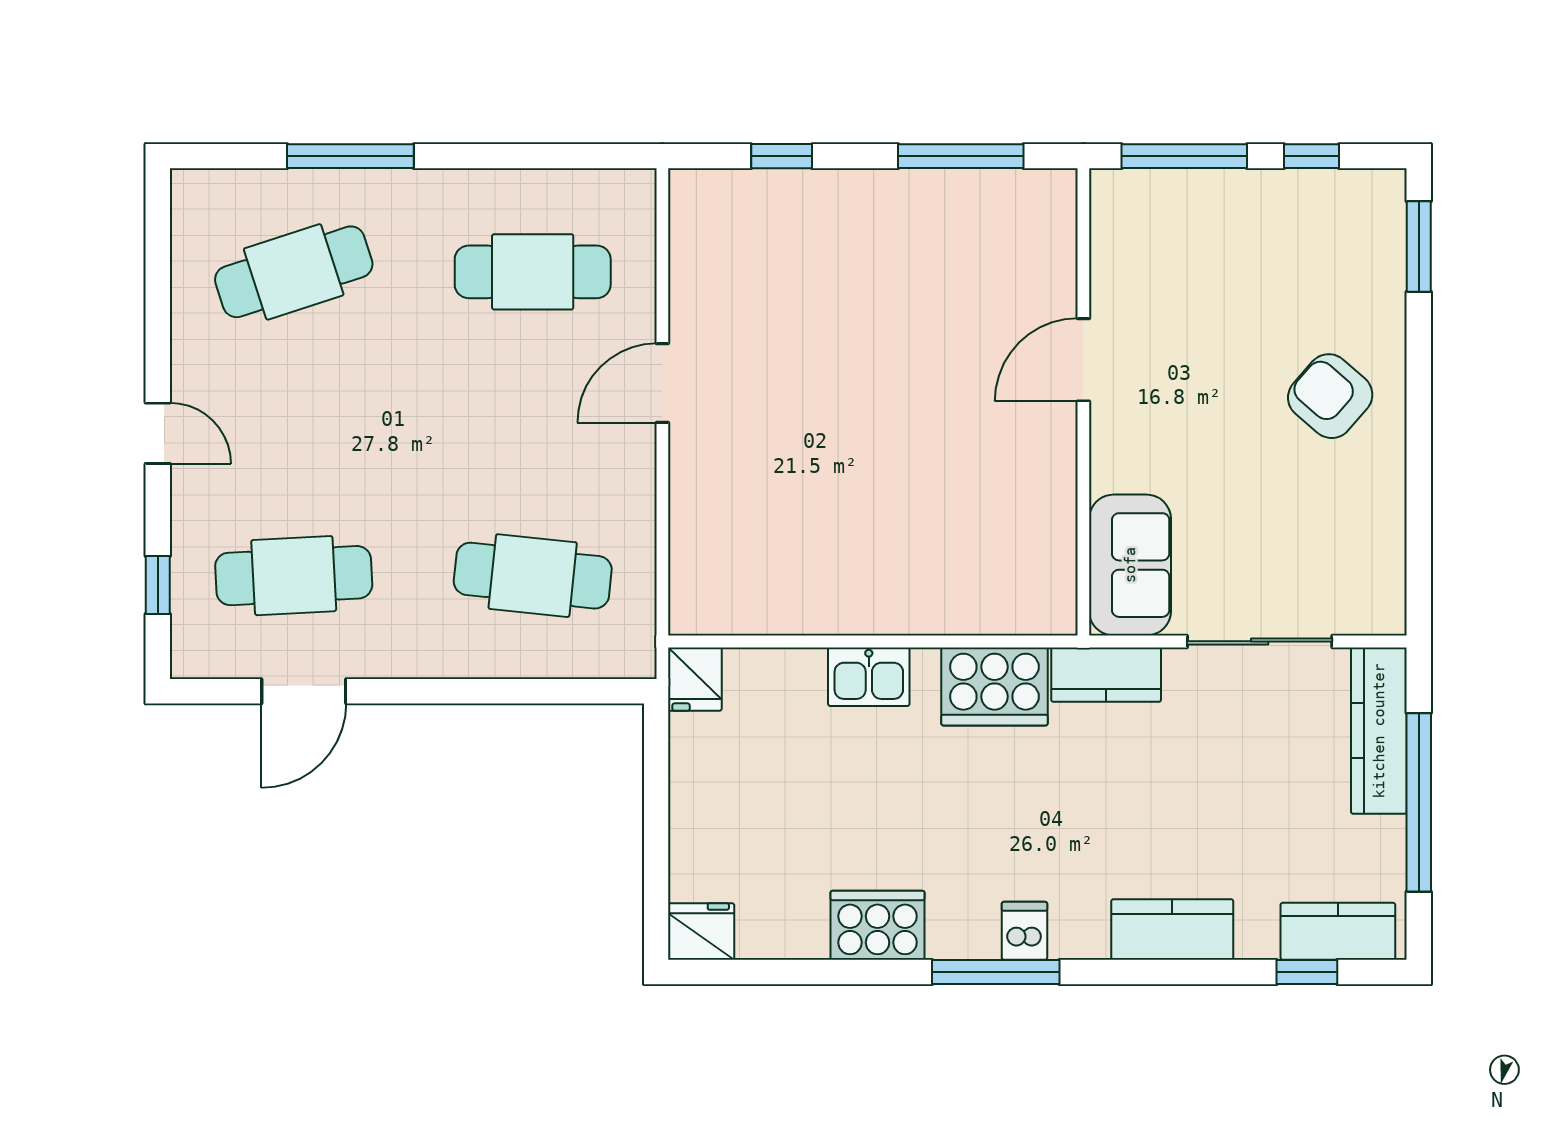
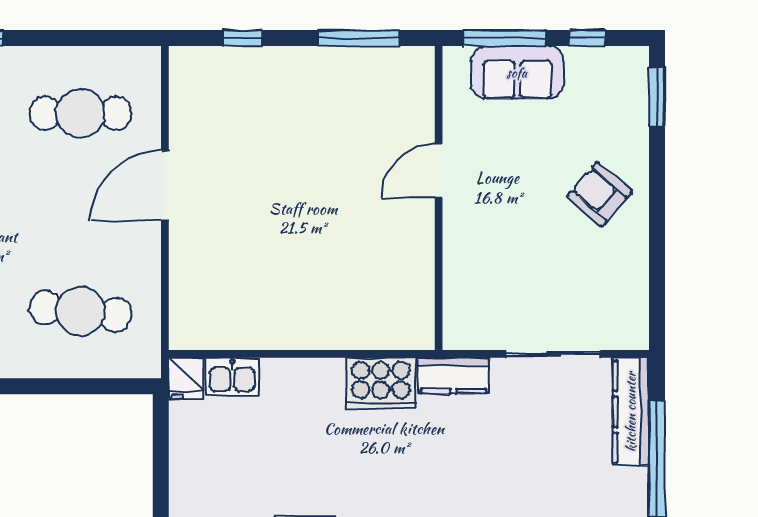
door: (662, 383) -> (165, 186), width x1.36
sofa: (1130, 565) -> (517, 73), moved, turned 90
kitchen sink: (869, 677) -> (232, 377), moved

